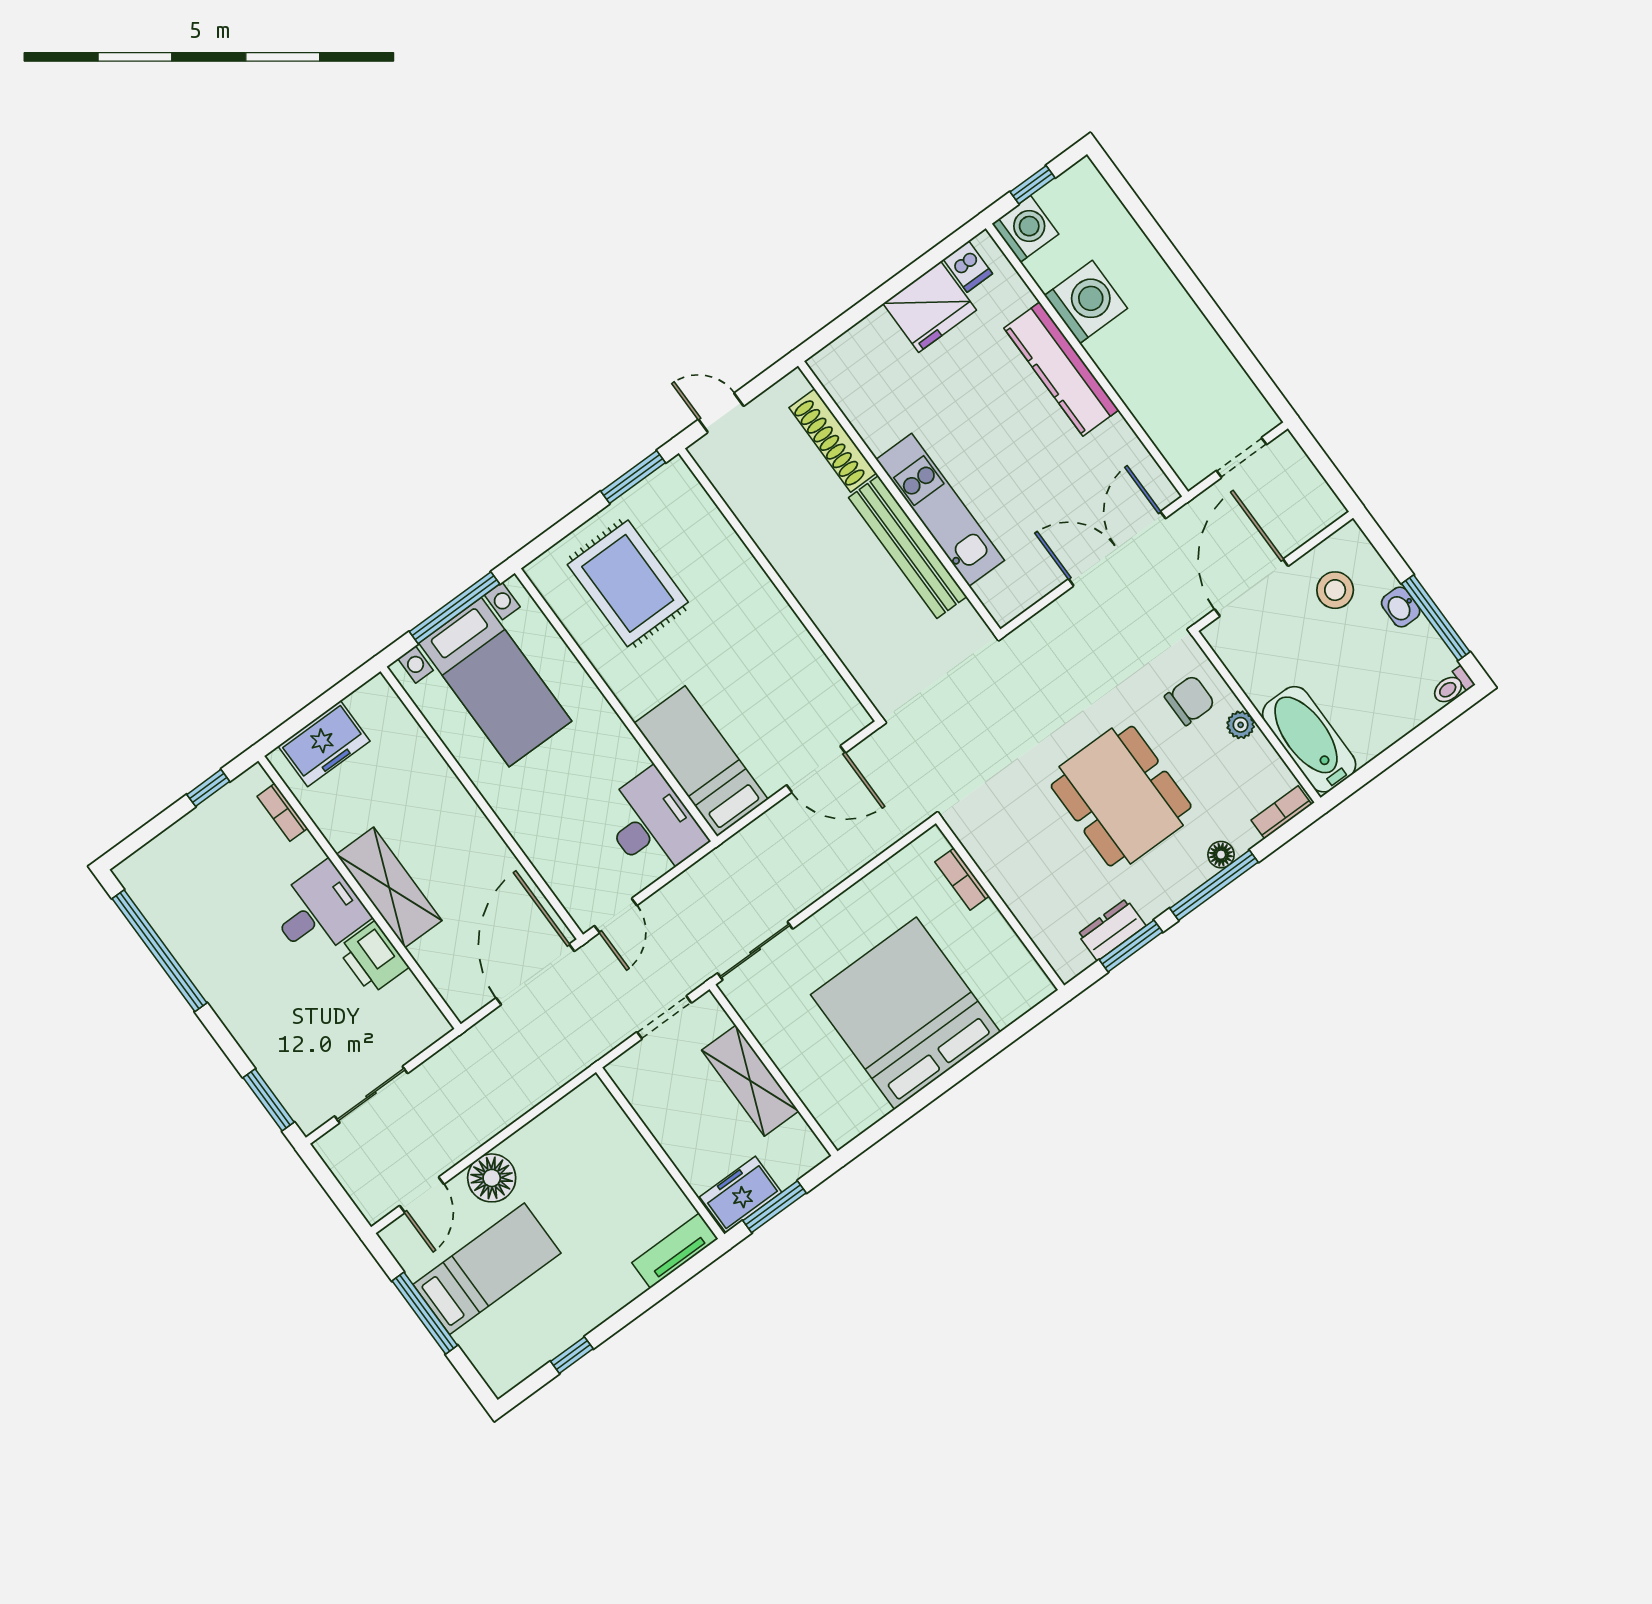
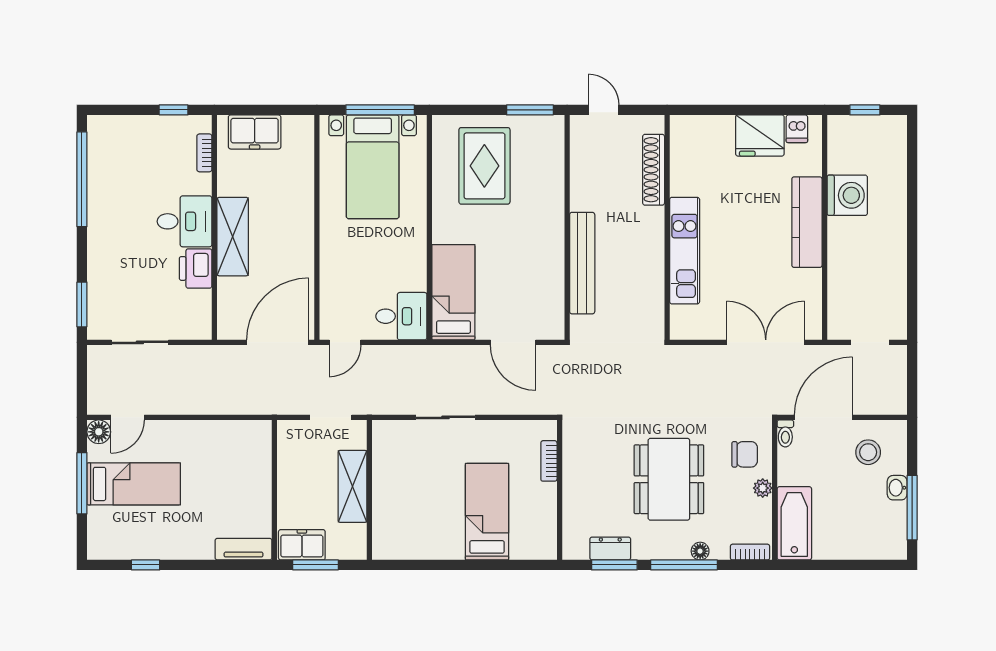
washing machine: (1025, 229) -> (843, 131), removed
bench: (908, 547) -> (582, 263), moved
toilet: (1452, 686) -> (785, 433), moved, turned -90
desk: (652, 825) -> (401, 316), width x0.73
sliding door: (755, 951) -> (445, 417), moved
bed: (905, 1013) -> (487, 512), width x0.49
floor lamp: (492, 1178) -> (99, 432), moved, width x0.73, depth x0.73

